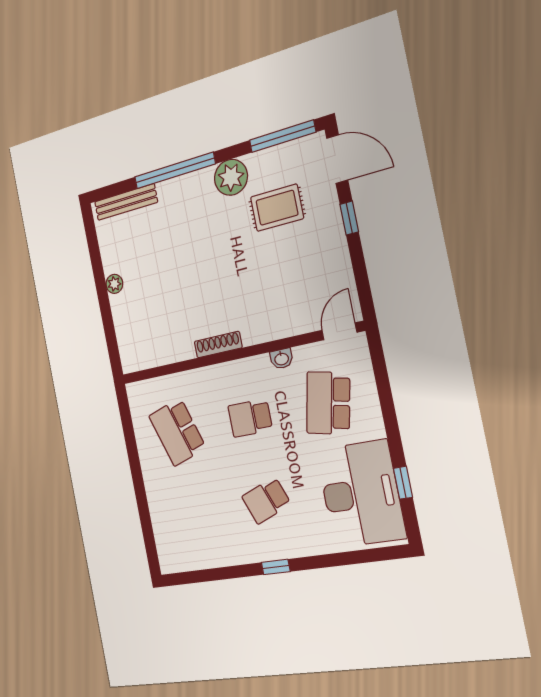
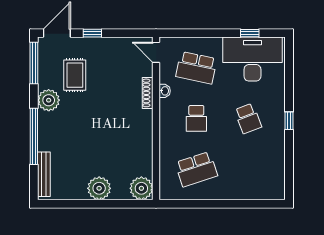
plant: (114, 284) -> (99, 188), width x1.87, depth x1.87
shoe rack: (218, 345) -> (148, 93), moved
plant: (135, 354) -> (141, 188), added

